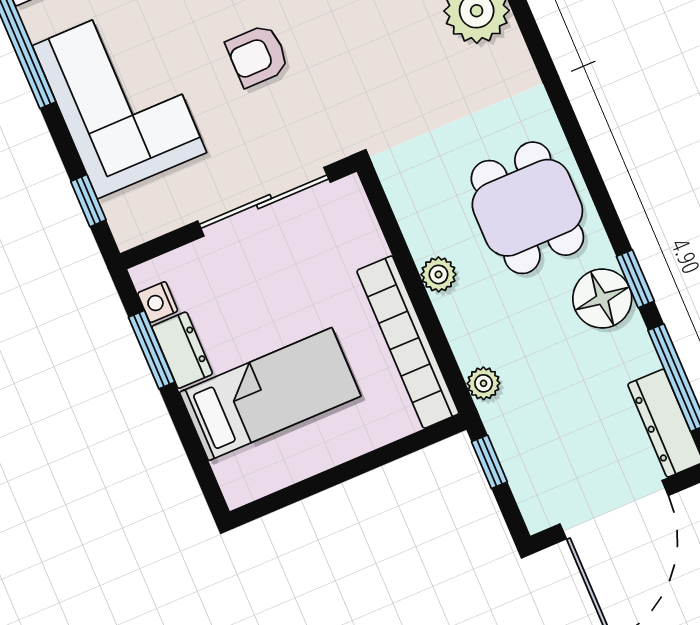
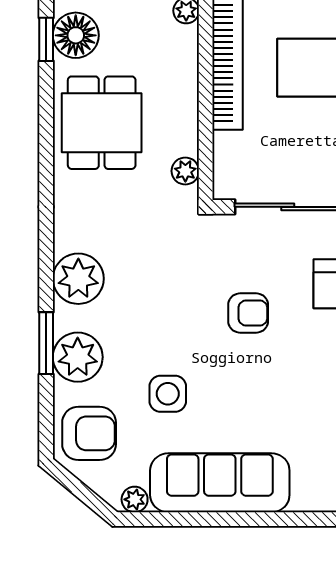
plant: (439, 274) -> (185, 171), moved

